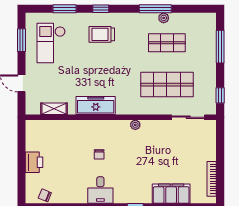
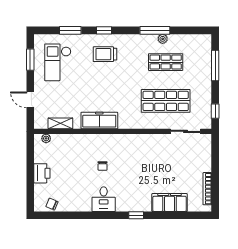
plant: (135, 125) -> (46, 138), moved

